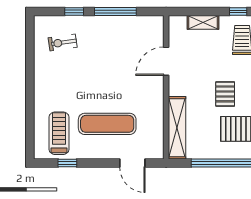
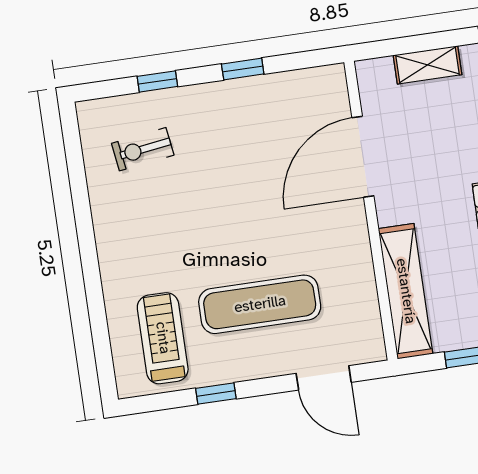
window: (115, 11) -> (243, 69), width x0.46
door: (166, 61) -> (363, 157), width x1.36
window: (67, 163) -> (216, 394), moved

